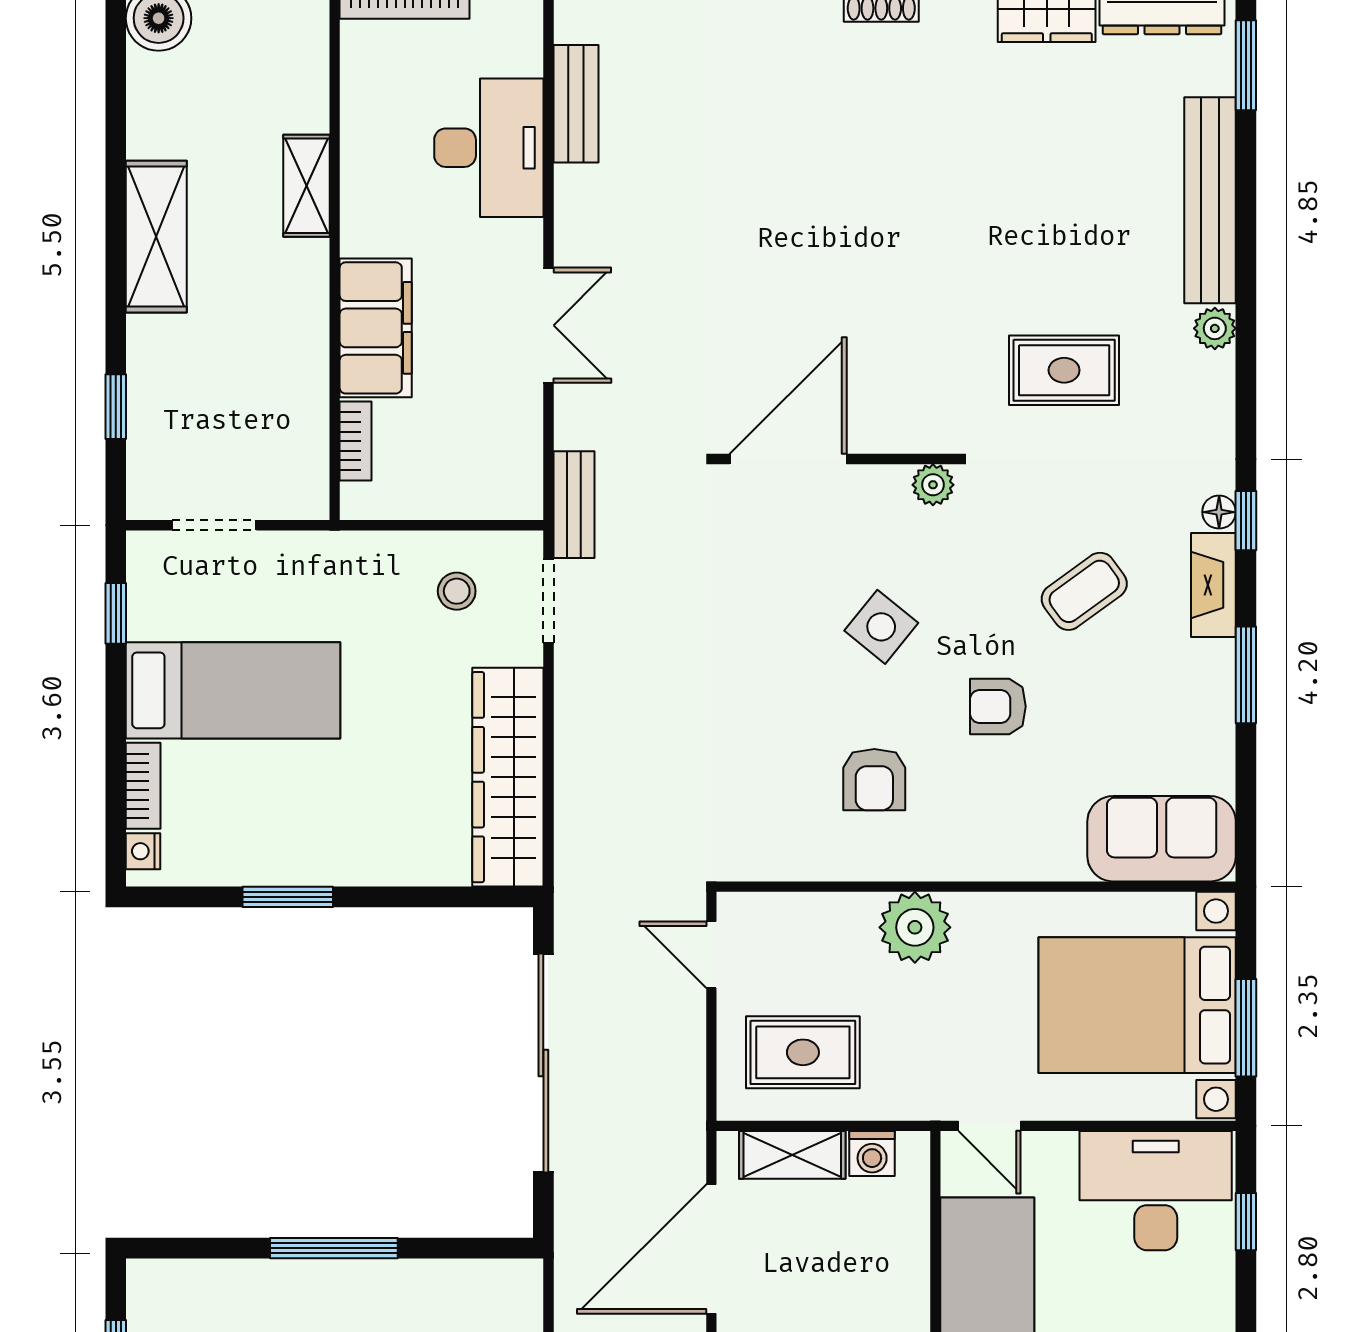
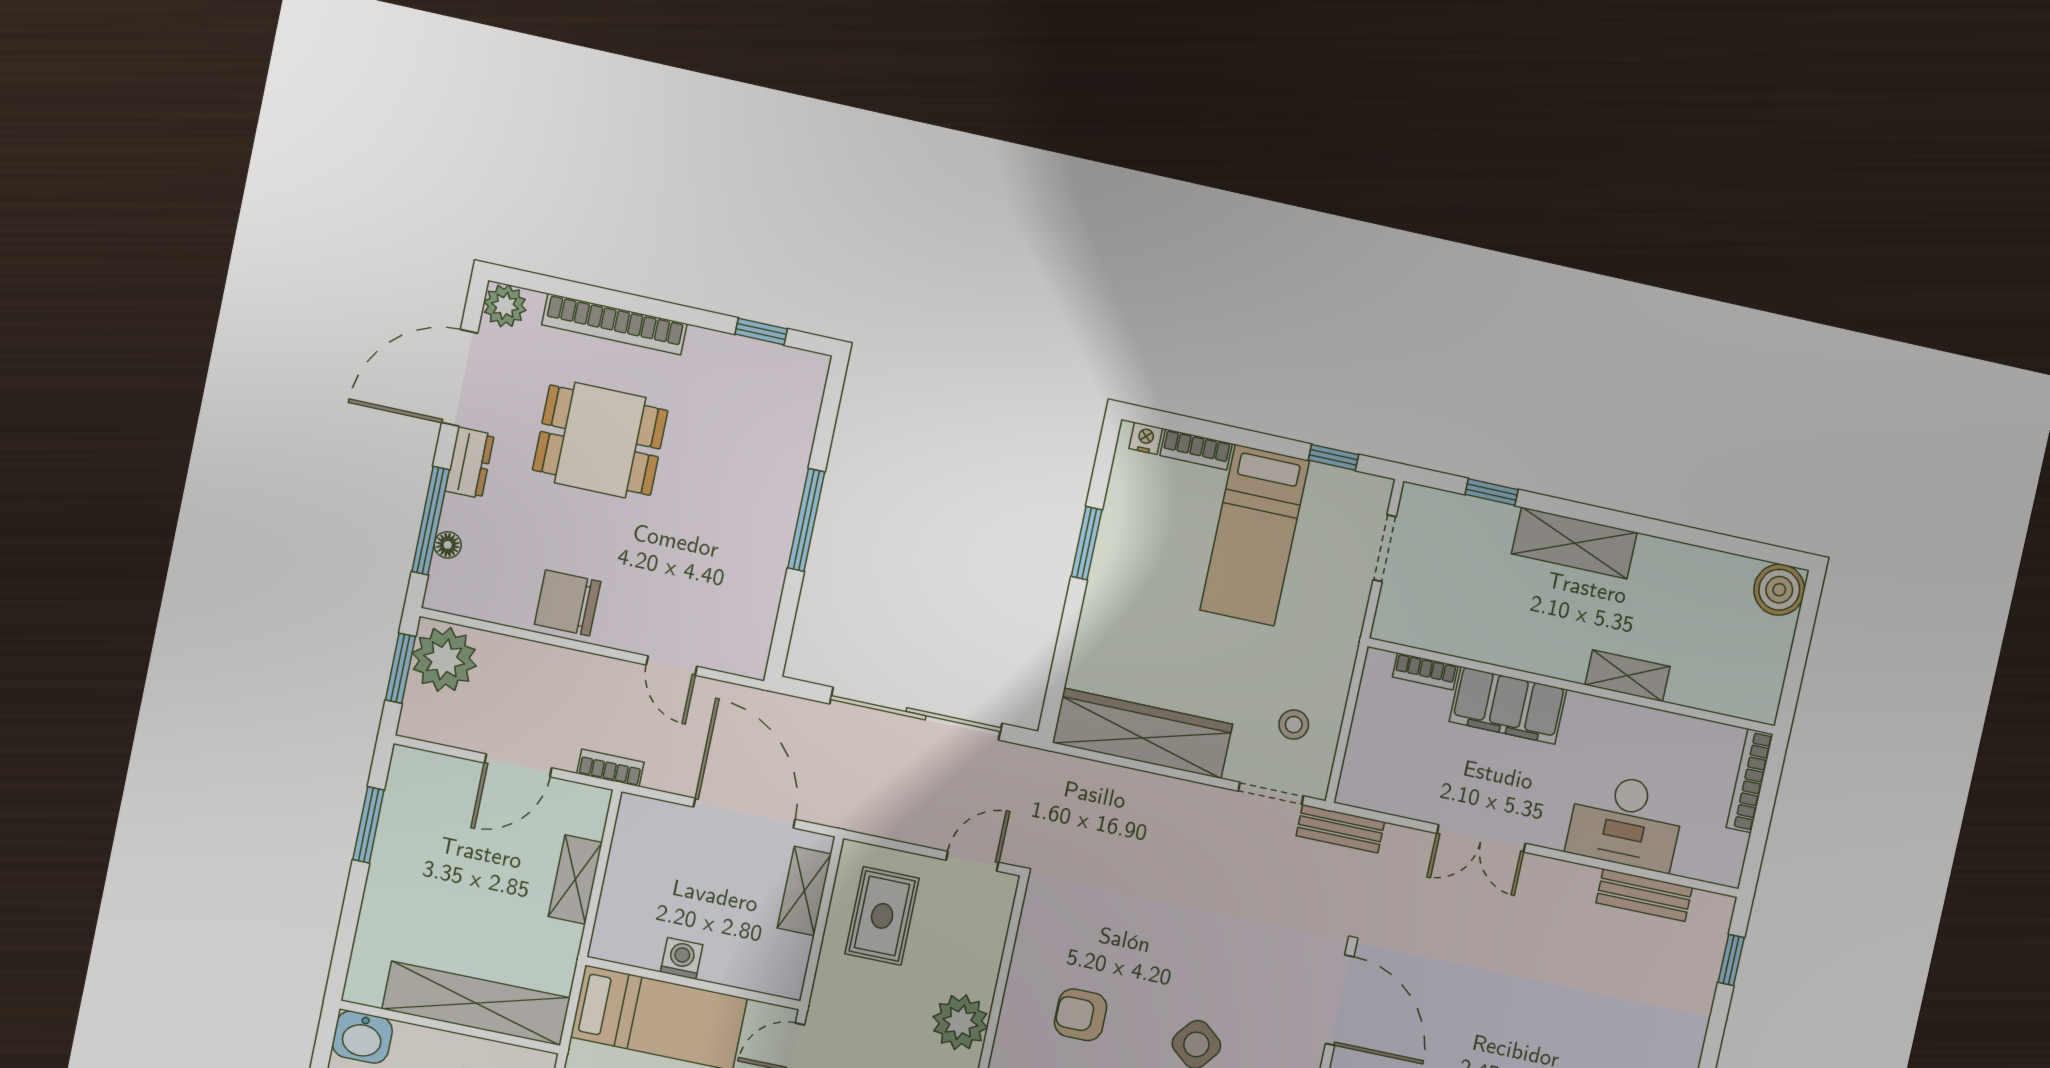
shelving: (156, 237) -> (1574, 543), moved
washing machine: (872, 1154) -> (682, 958), moved, turned 90

